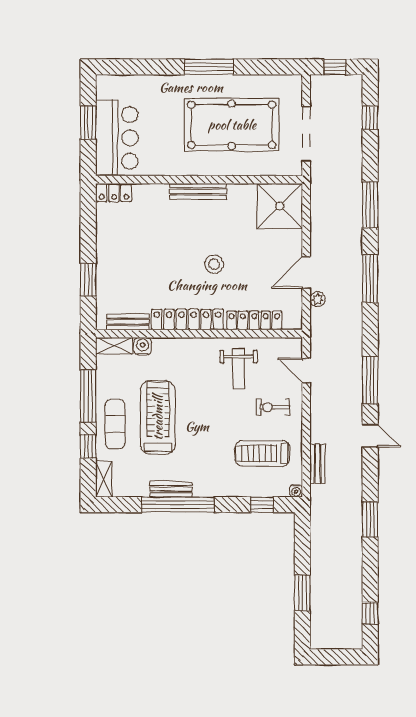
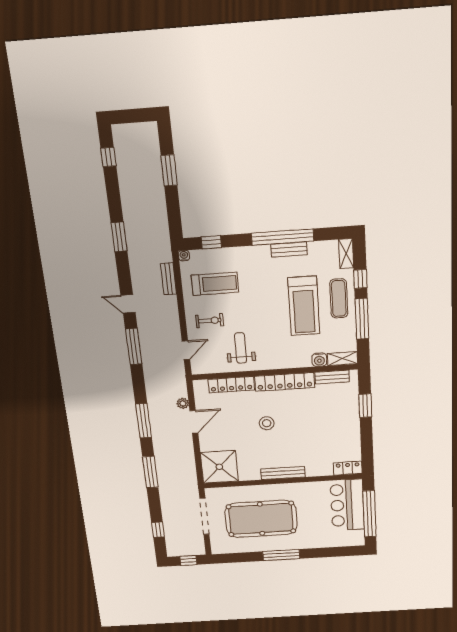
window: (88, 123) -> (369, 514), width x2.11
door: (306, 371) -> (186, 350), hinge flipped

